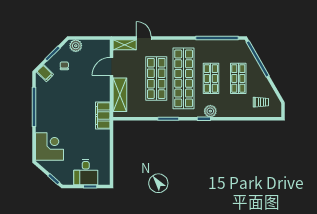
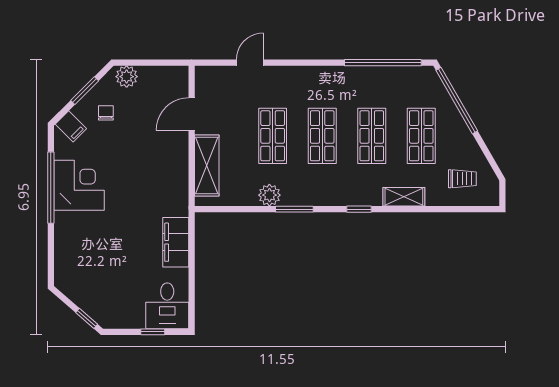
door: (144, 38) -> (250, 63), hinge flipped
shelving: (125, 45) -> (404, 197), moved
shop shelf: (156, 78) -> (273, 136), width x0.70, depth x0.74
shop shelf: (184, 78) -> (322, 136), width x0.50, depth x0.74
plant: (210, 111) -> (269, 195), moved
filing cabinet: (103, 116) -> (176, 242), moved
corner desk: (50, 146) -> (79, 185), moved
desk: (86, 172) -> (167, 306), moved

